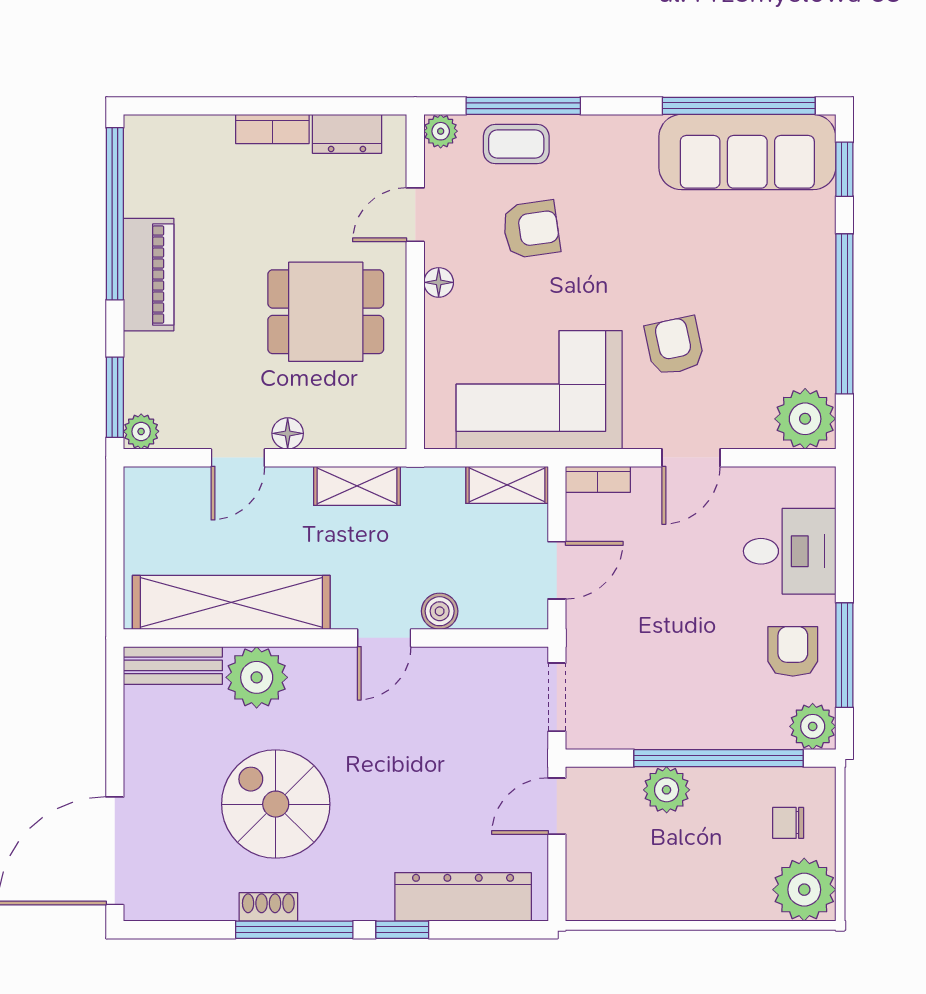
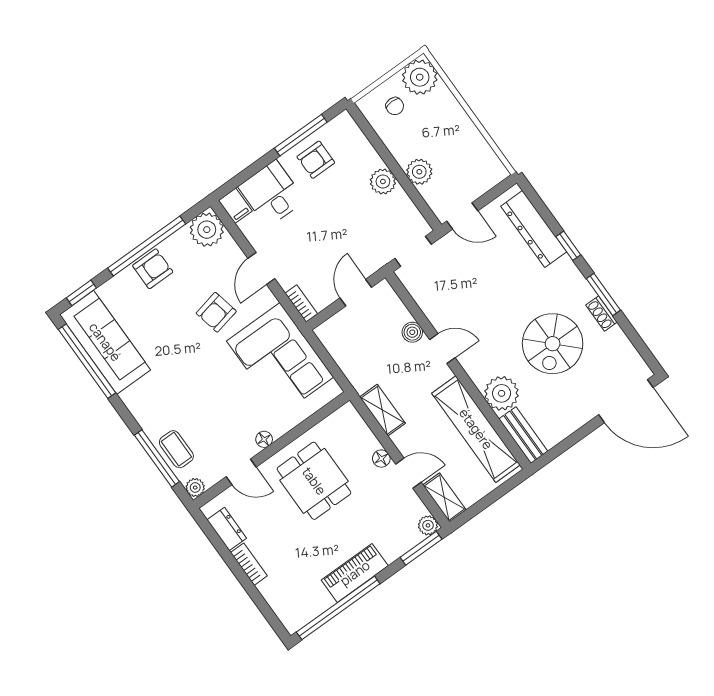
armchair: (531, 229) -> (153, 269), moved, turned 98
door: (691, 458) -> (261, 268), swing flipped
shelving: (507, 485) -> (444, 497), moved
filing cabinet: (810, 486) -> (235, 206), added
door: (557, 570) -> (356, 293), hinge flipped
plant: (813, 726) -> (383, 182), moved
window: (719, 758) -> (388, 159), removed
window: (294, 930) -> (603, 294), width x0.69

